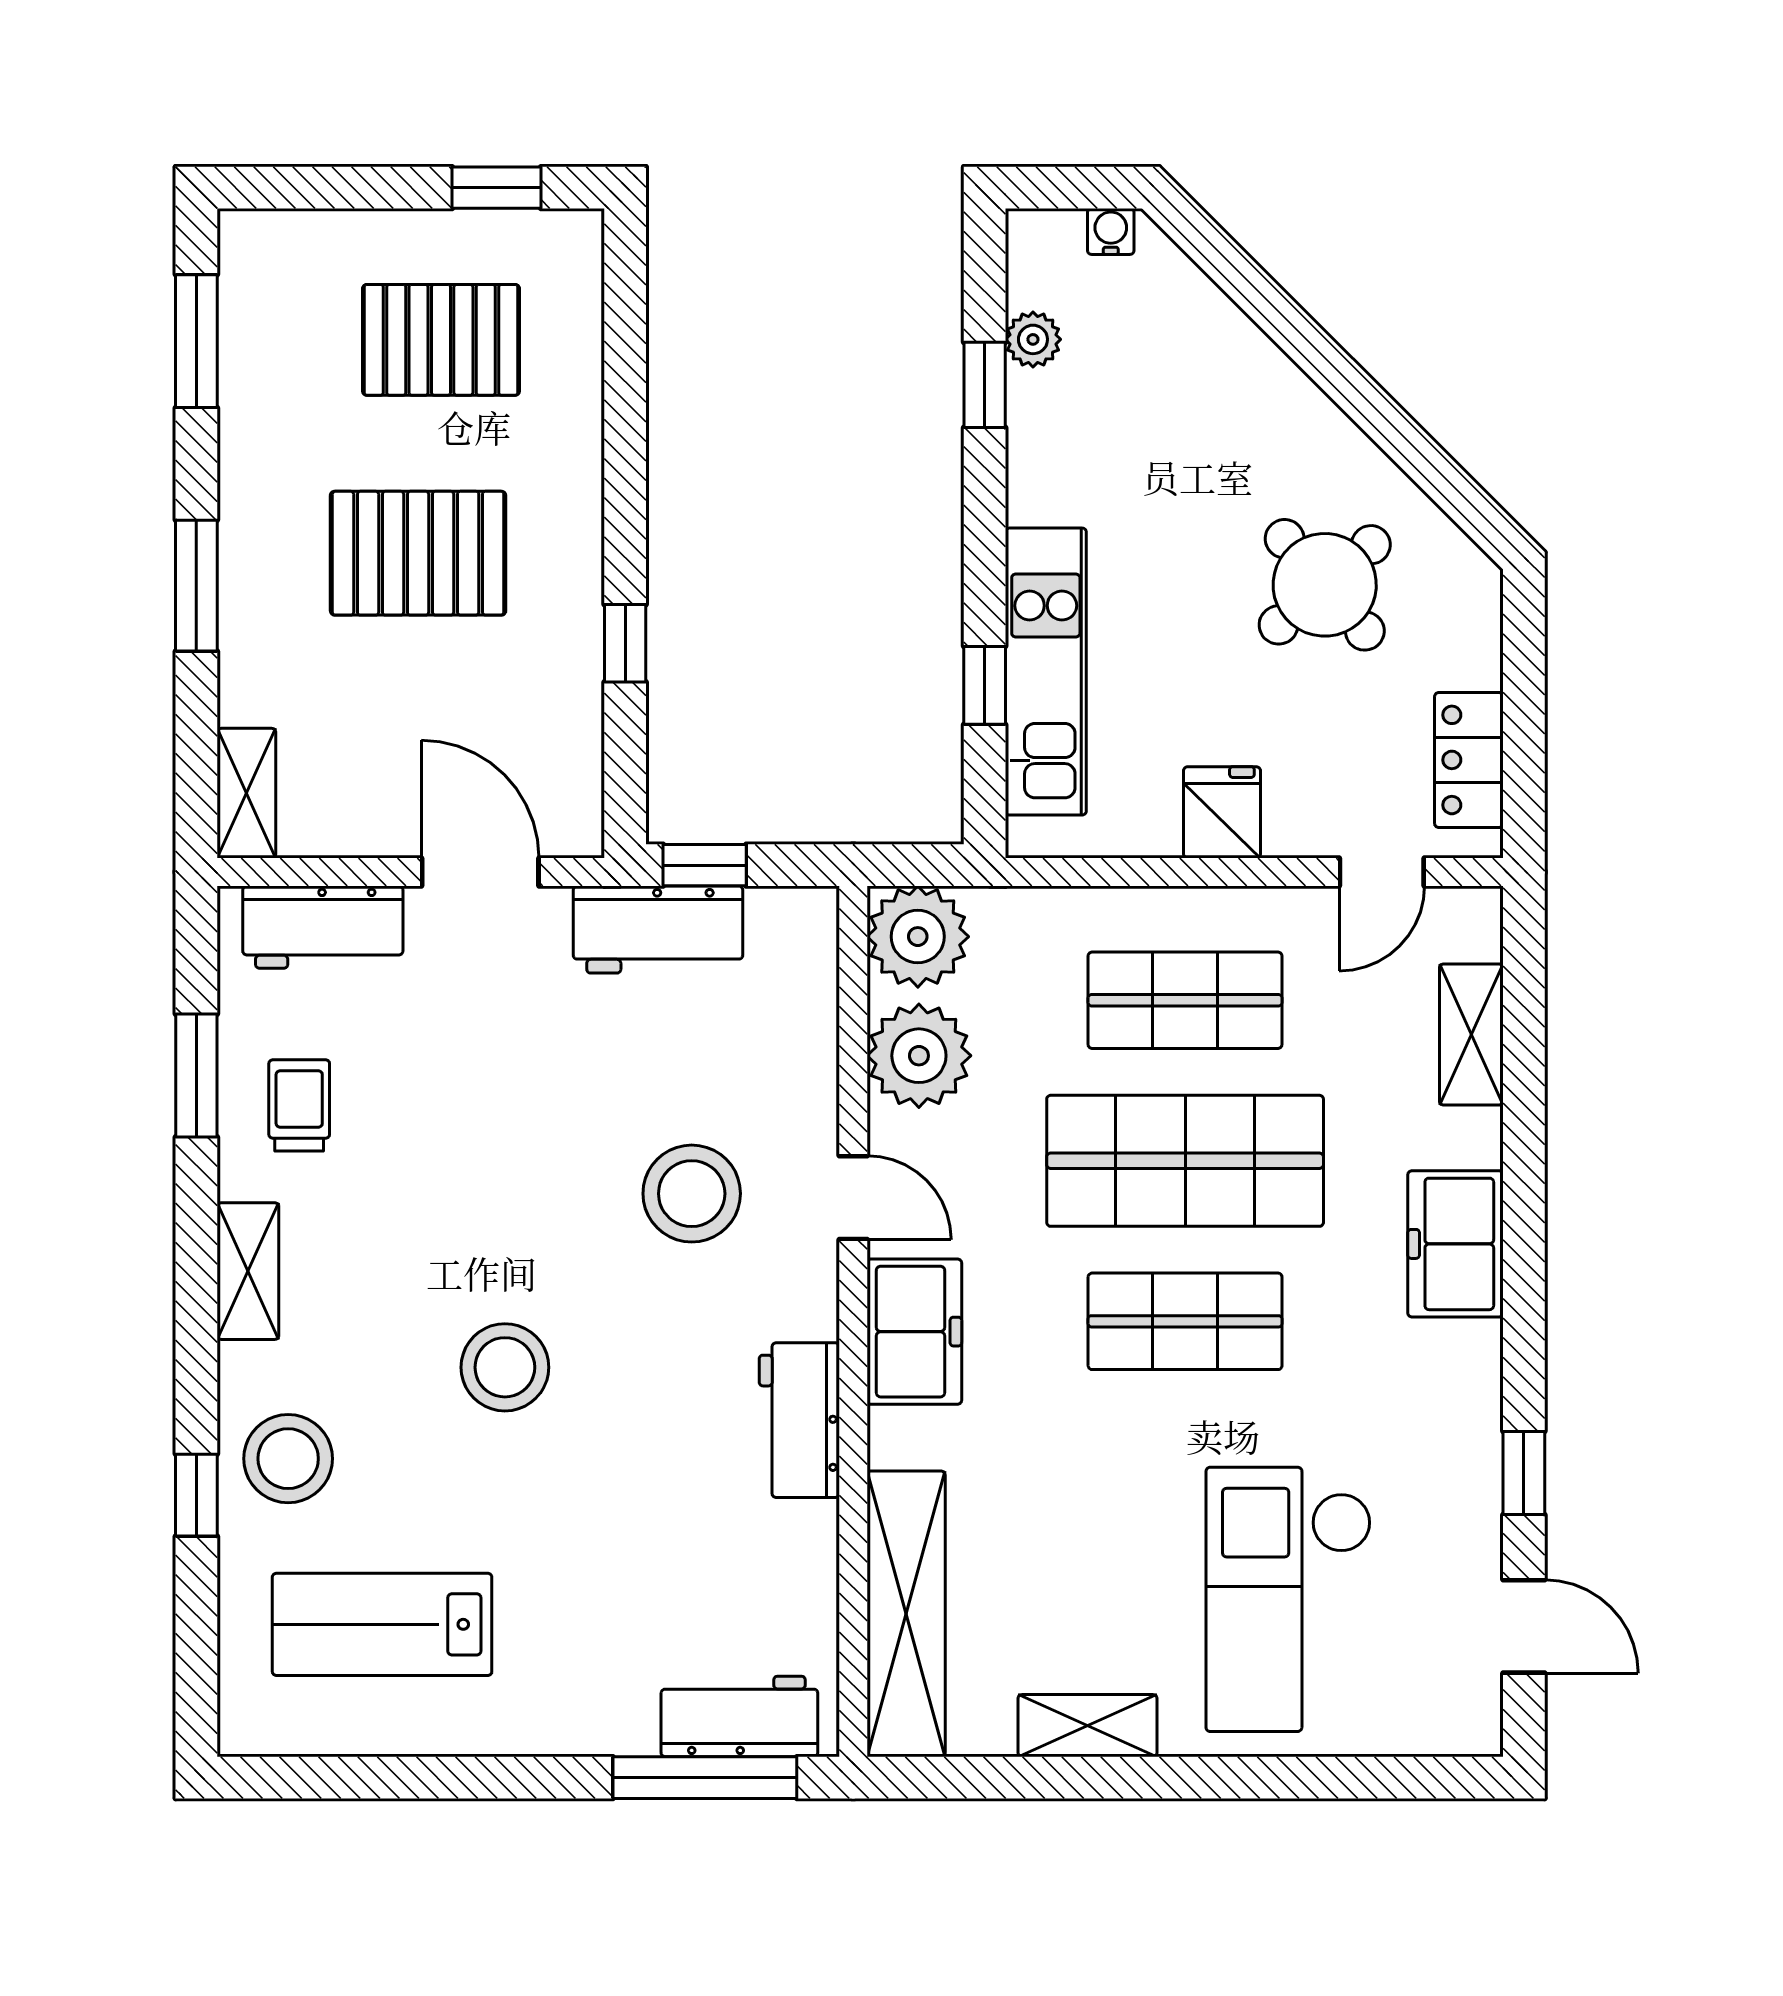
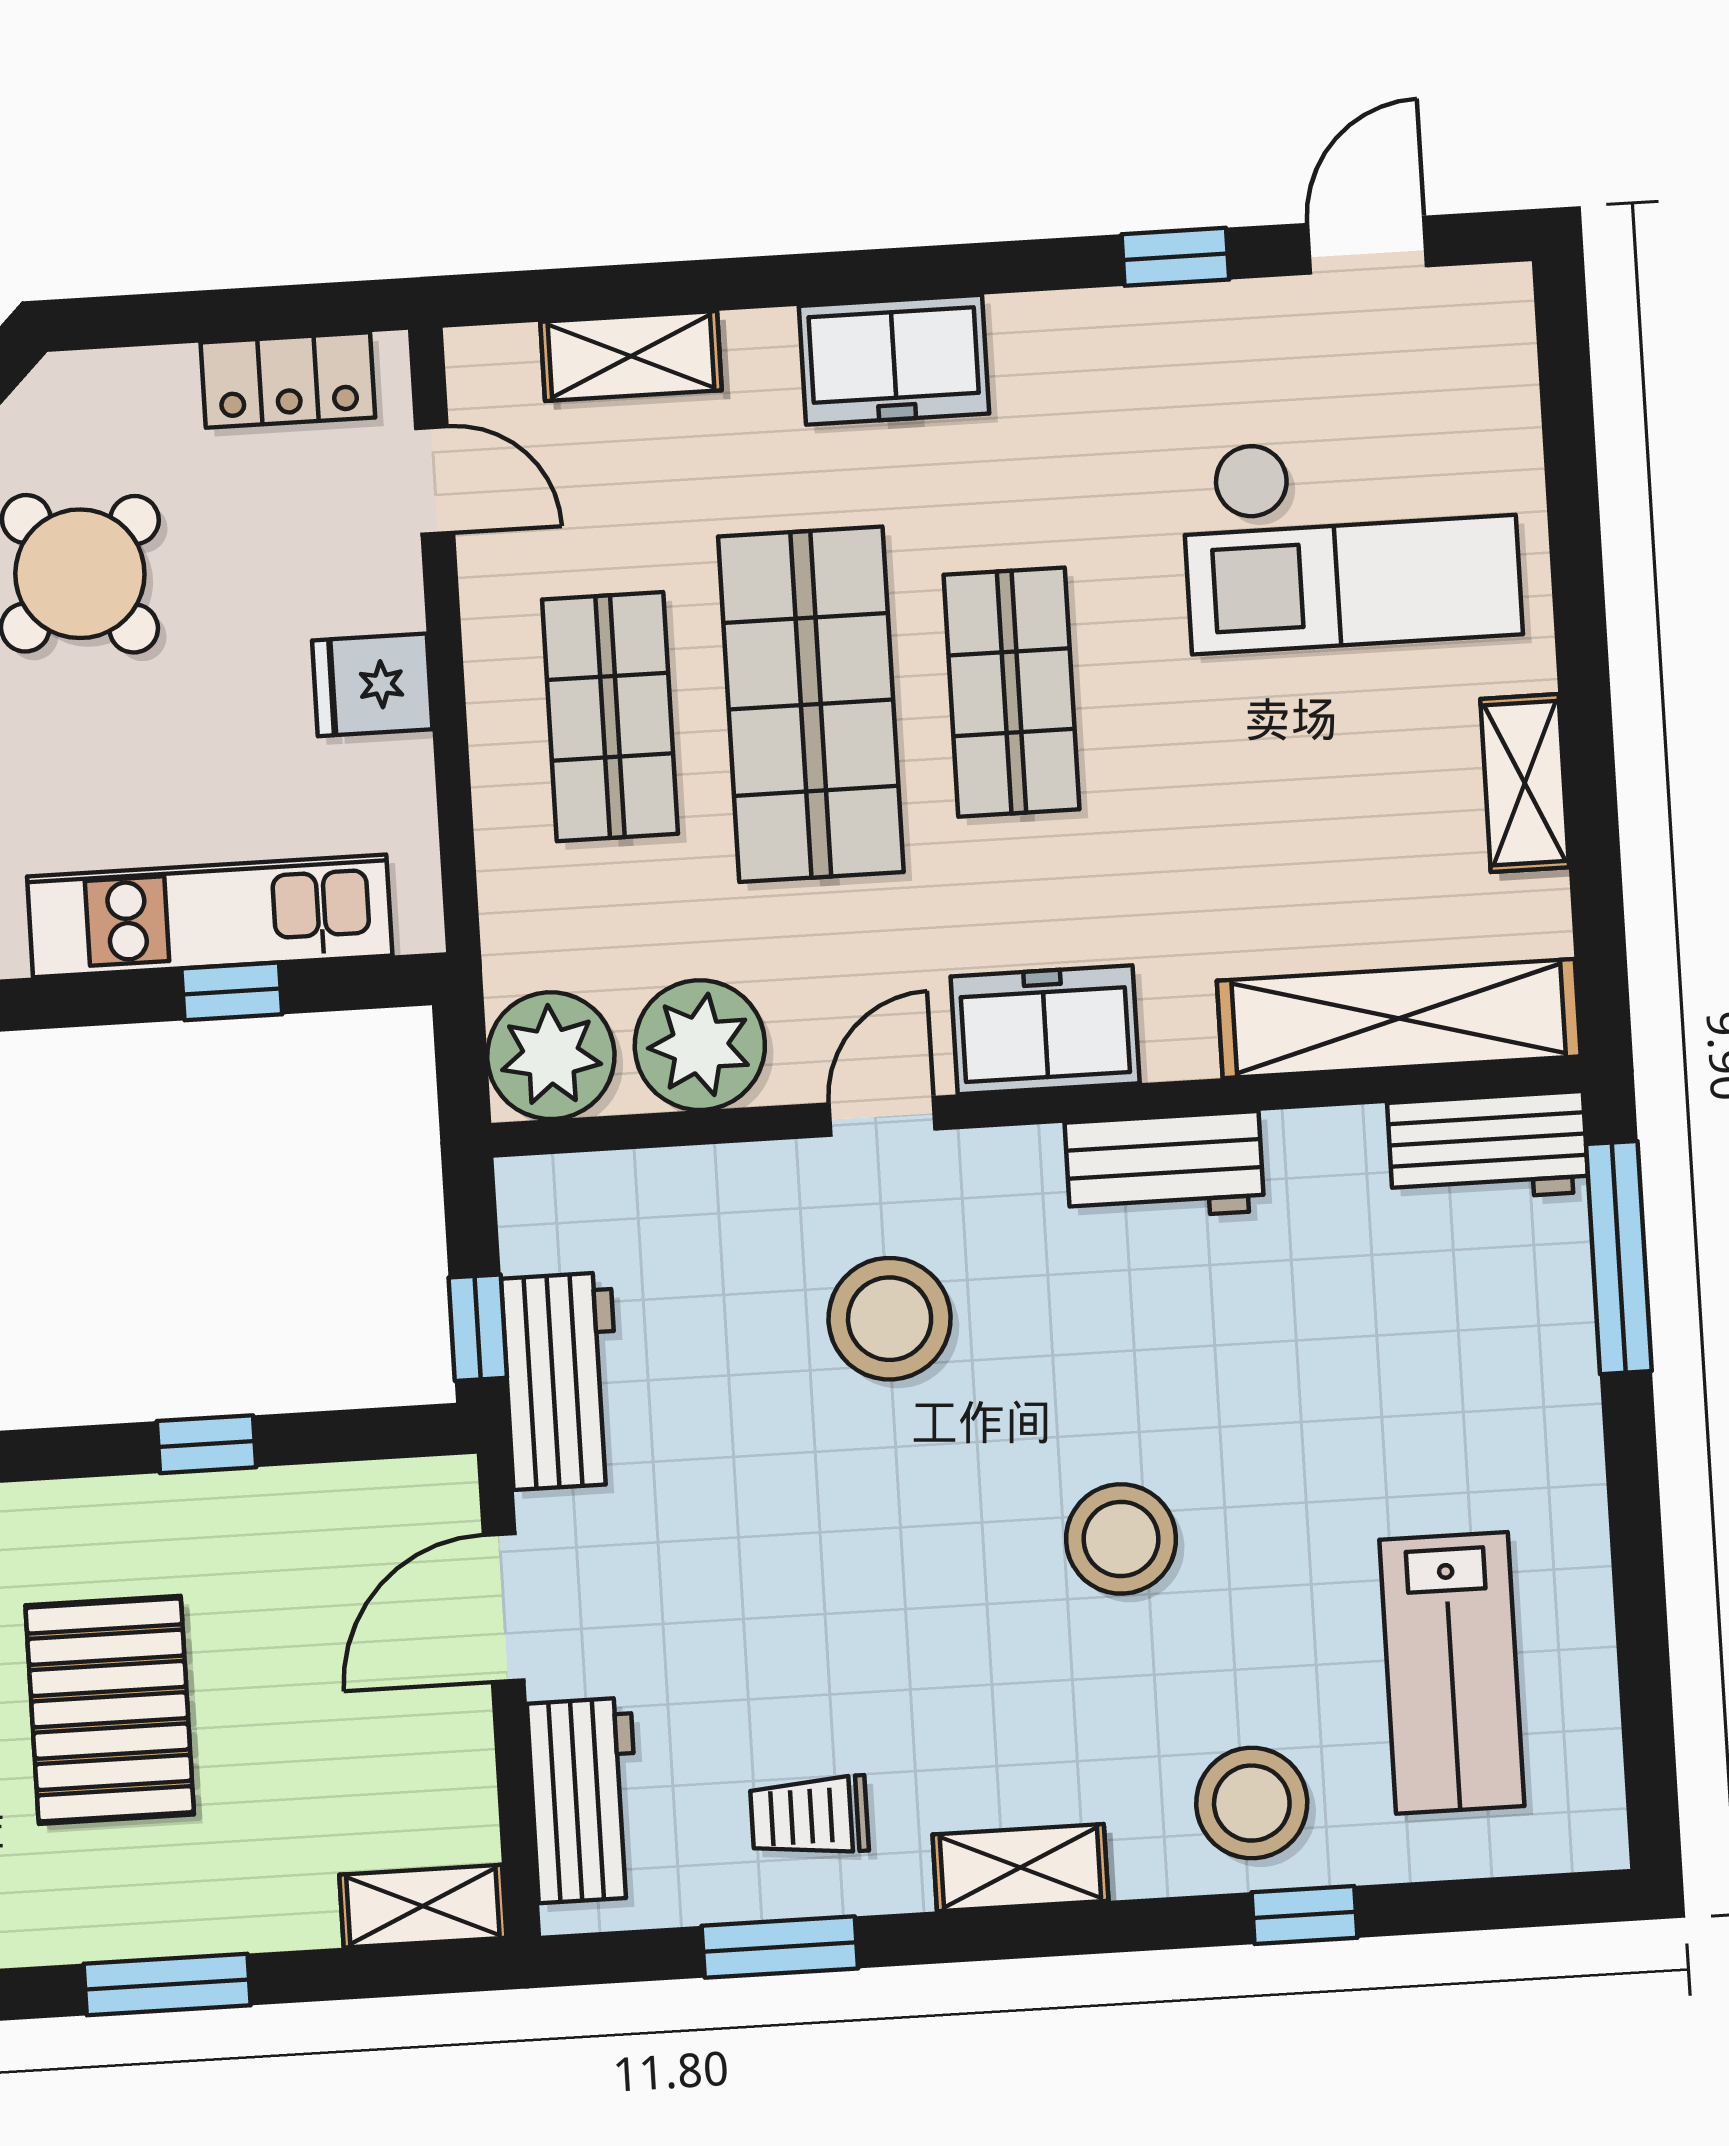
workbench: (739, 1716) -> (1488, 1147), moved, turned -90

